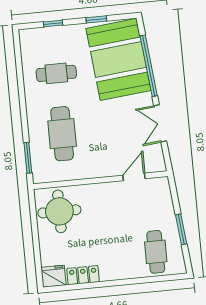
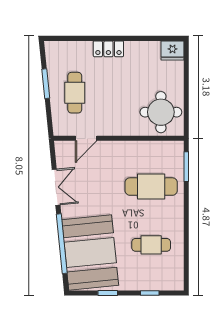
cafe table: (62, 134) -> (151, 187), turned 90
cafe table: (156, 252) -> (75, 93), moved
locker: (83, 275) -> (108, 49), moved

